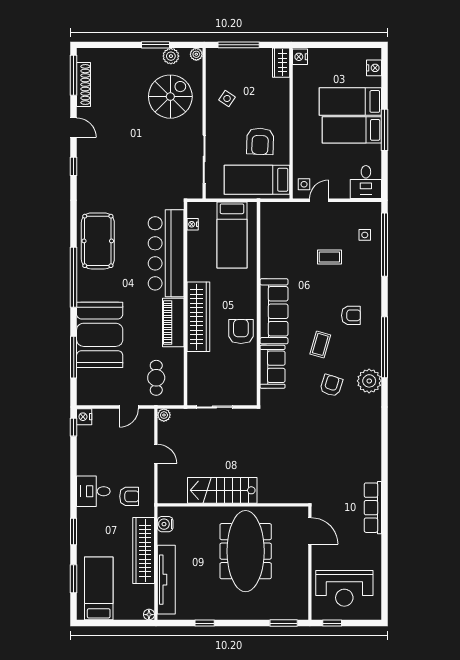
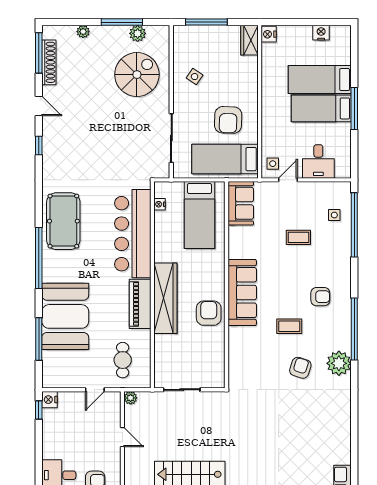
window: (155, 45) -> (122, 22), width x1.44
plant: (196, 54) -> (83, 32), moved
nightstand: (374, 68) -> (321, 33), moved, turned -90
desk: (366, 182) -> (318, 161), moved
coffee table: (320, 344) -> (289, 326), turned 74
sofa: (273, 367) -> (241, 203), moved

